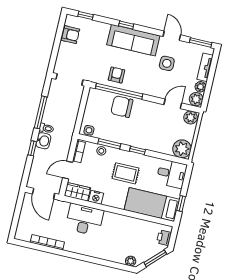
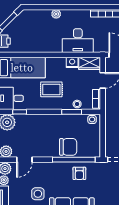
window: (137, 150) -> (20, 112), moved
plant: (131, 261) -> (56, 14), moved

